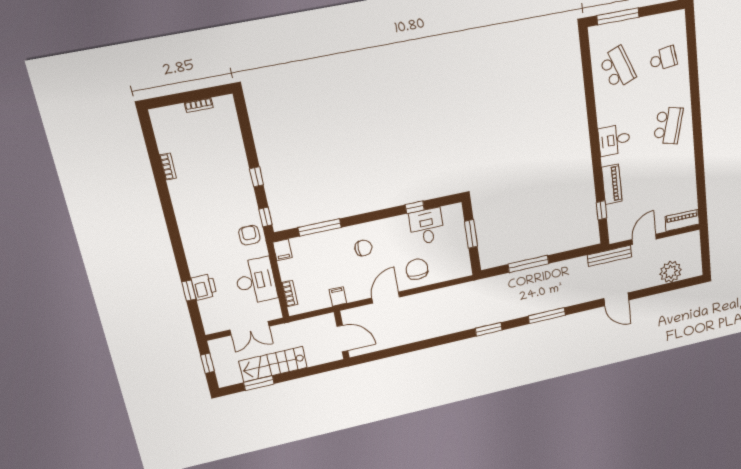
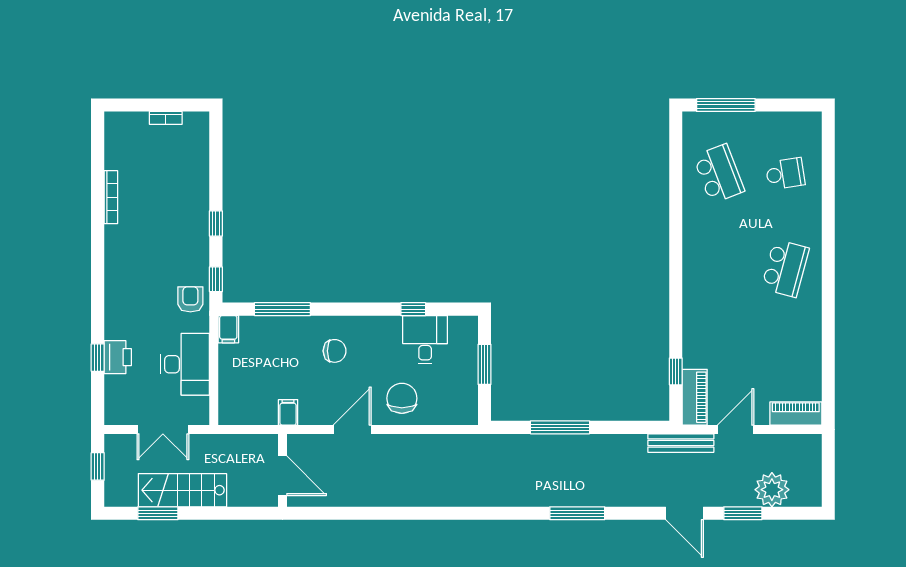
desk: (614, 140) -> (704, 273), removed
bookcase: (168, 167) -> (111, 197), width x1.56
piano: (612, 184) -> (695, 397), moved
bookcase: (290, 294) -> (225, 393), removed
window: (489, 329) -> (743, 513), moved

